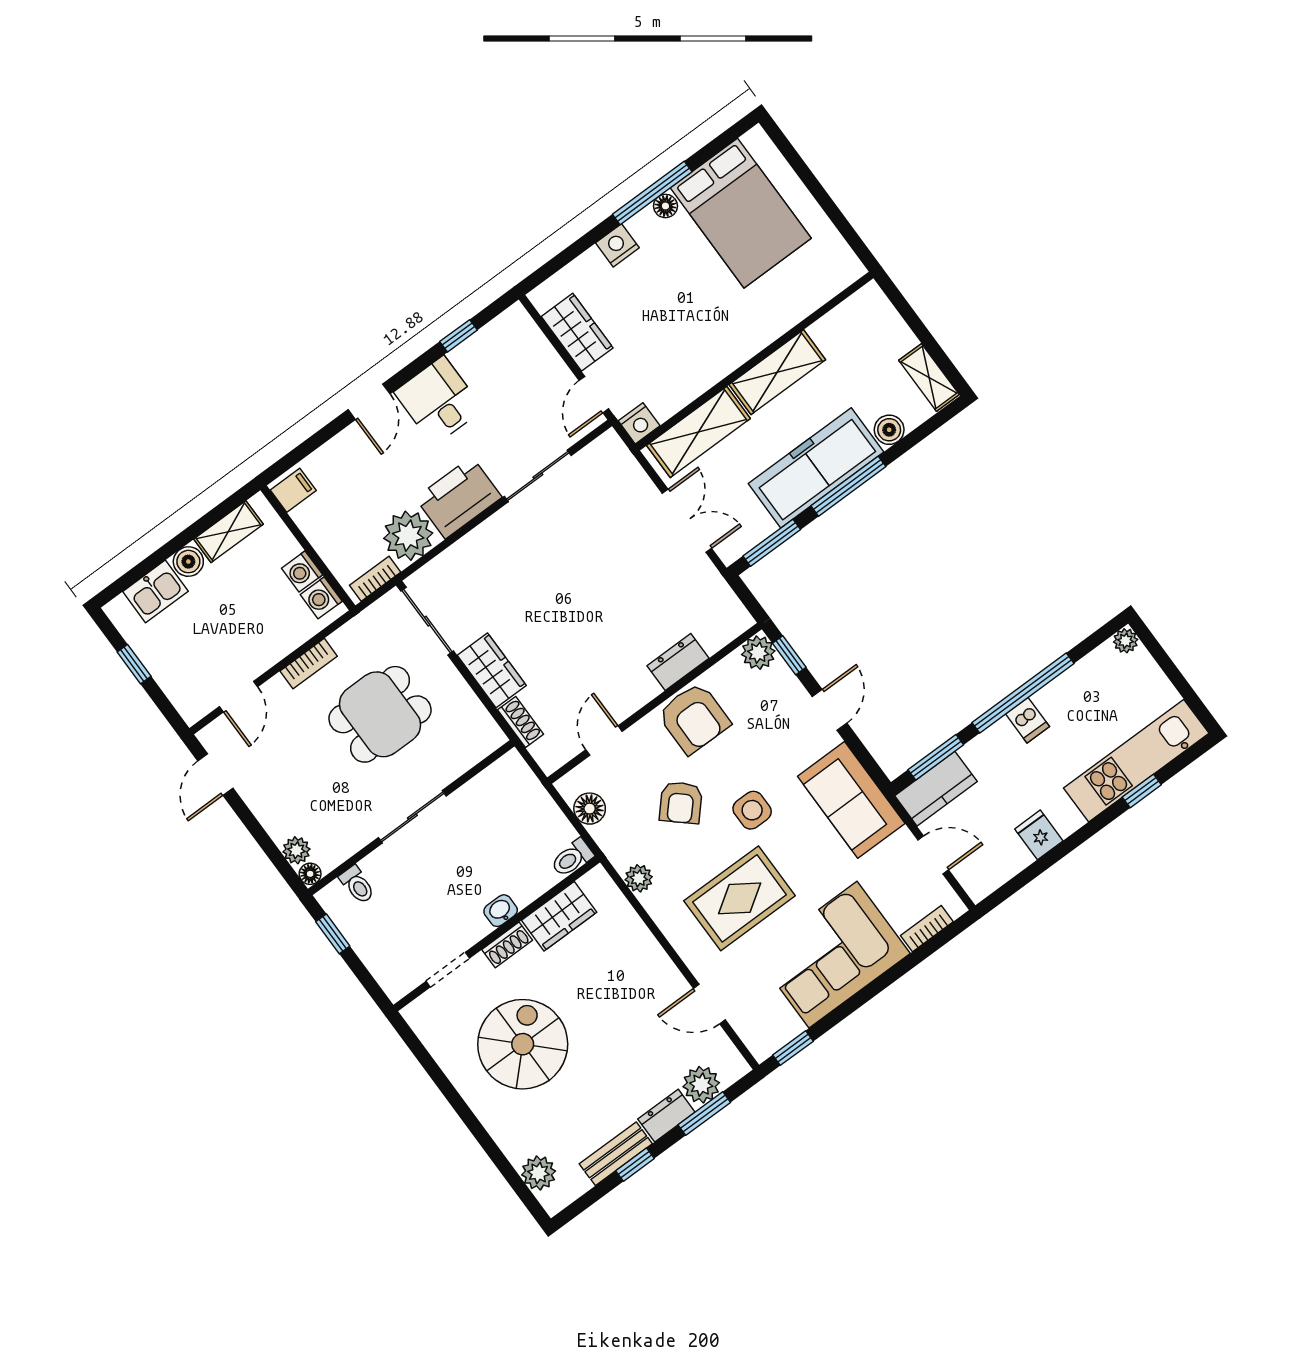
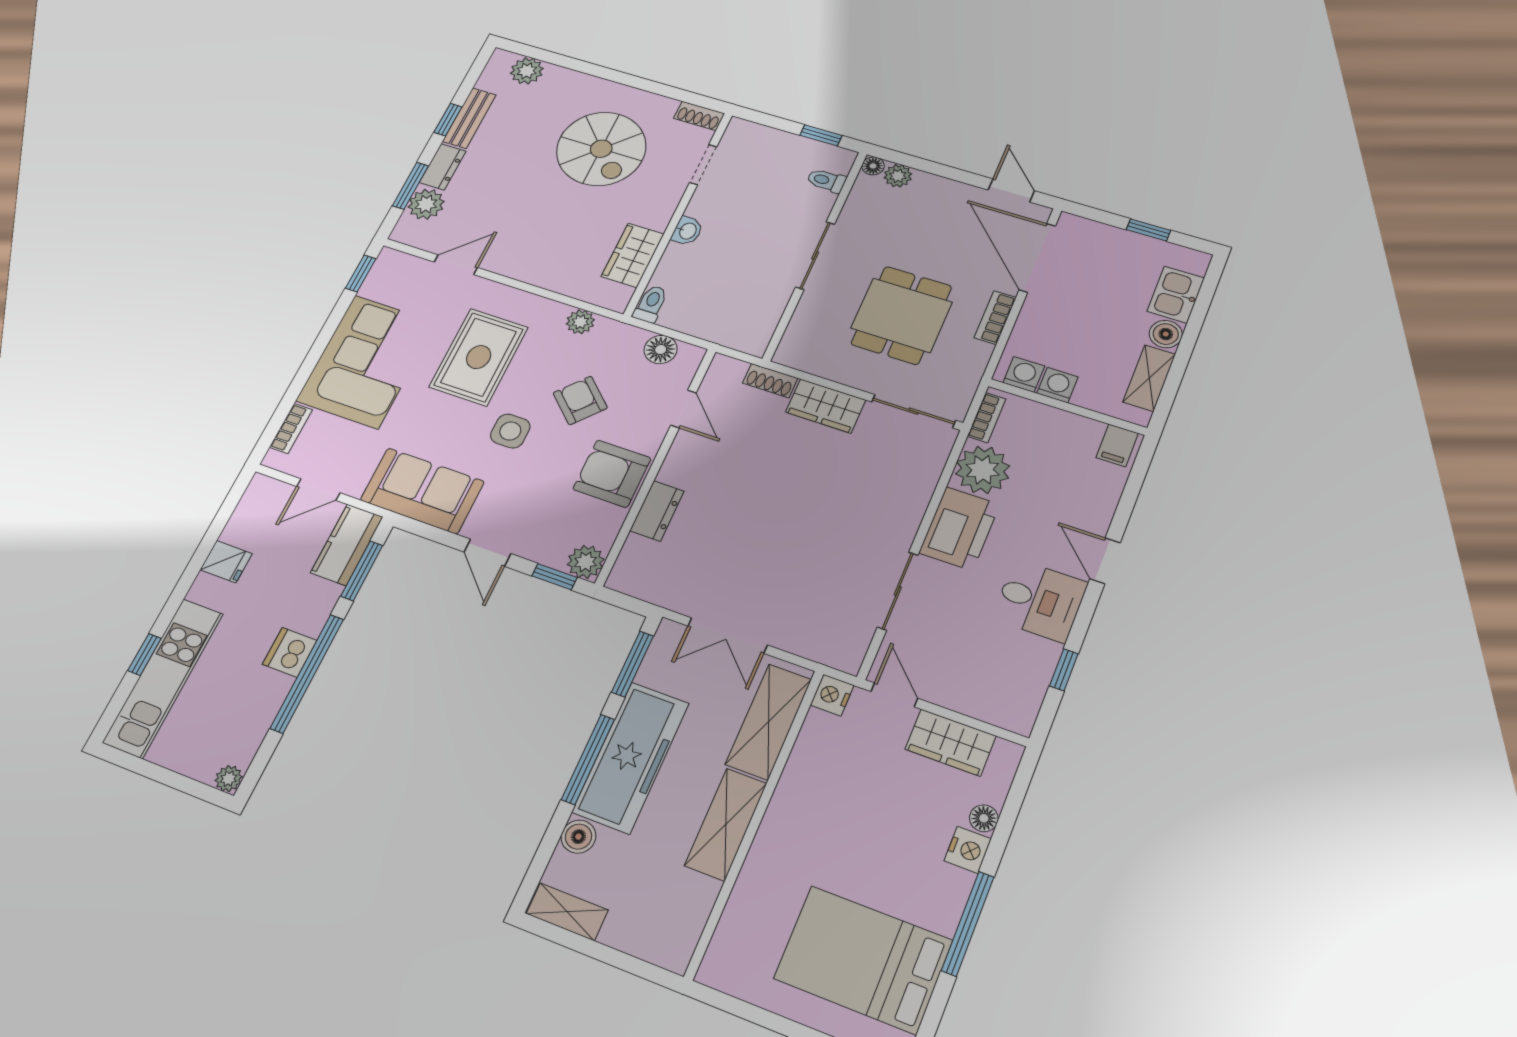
floor lamp: (665, 206) -> (984, 818), moved
door: (239, 697) -> (1037, 258), width x1.87
dishwasher: (1027, 720) -> (290, 652), width x1.38
shoe rack: (507, 945) -> (699, 116), moved, turned -90

